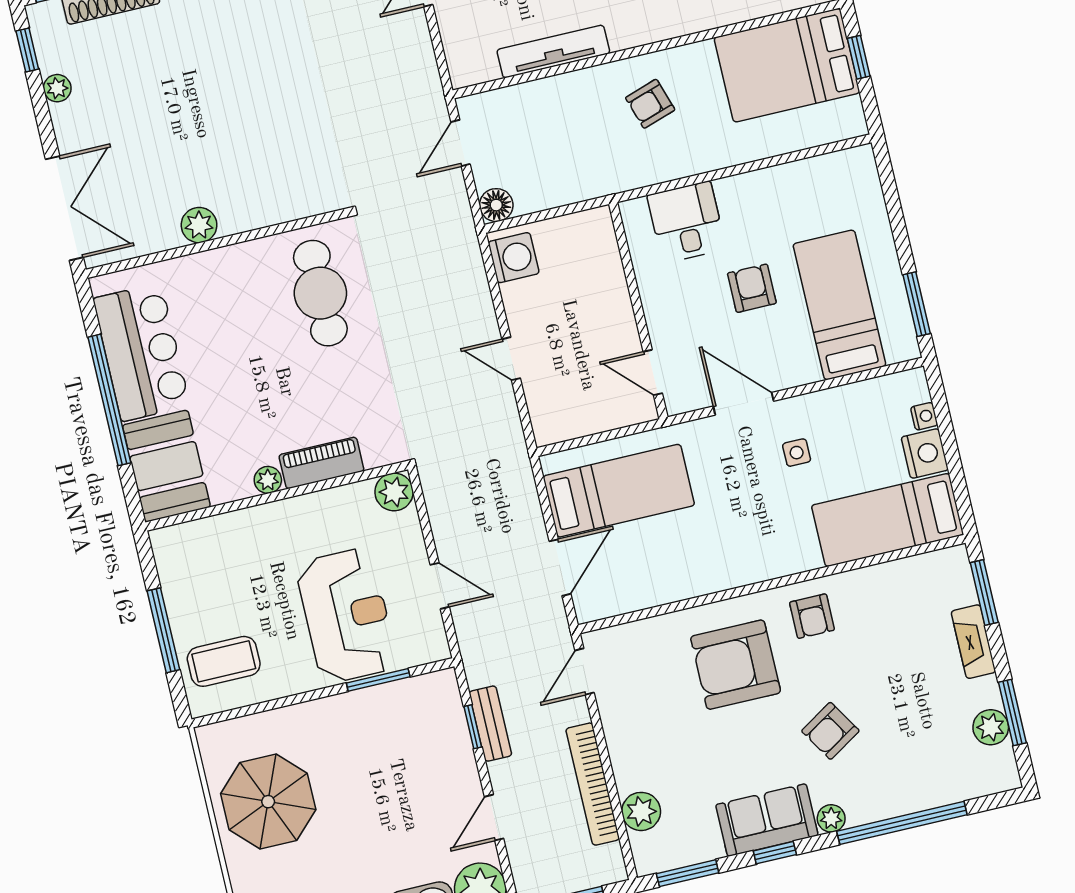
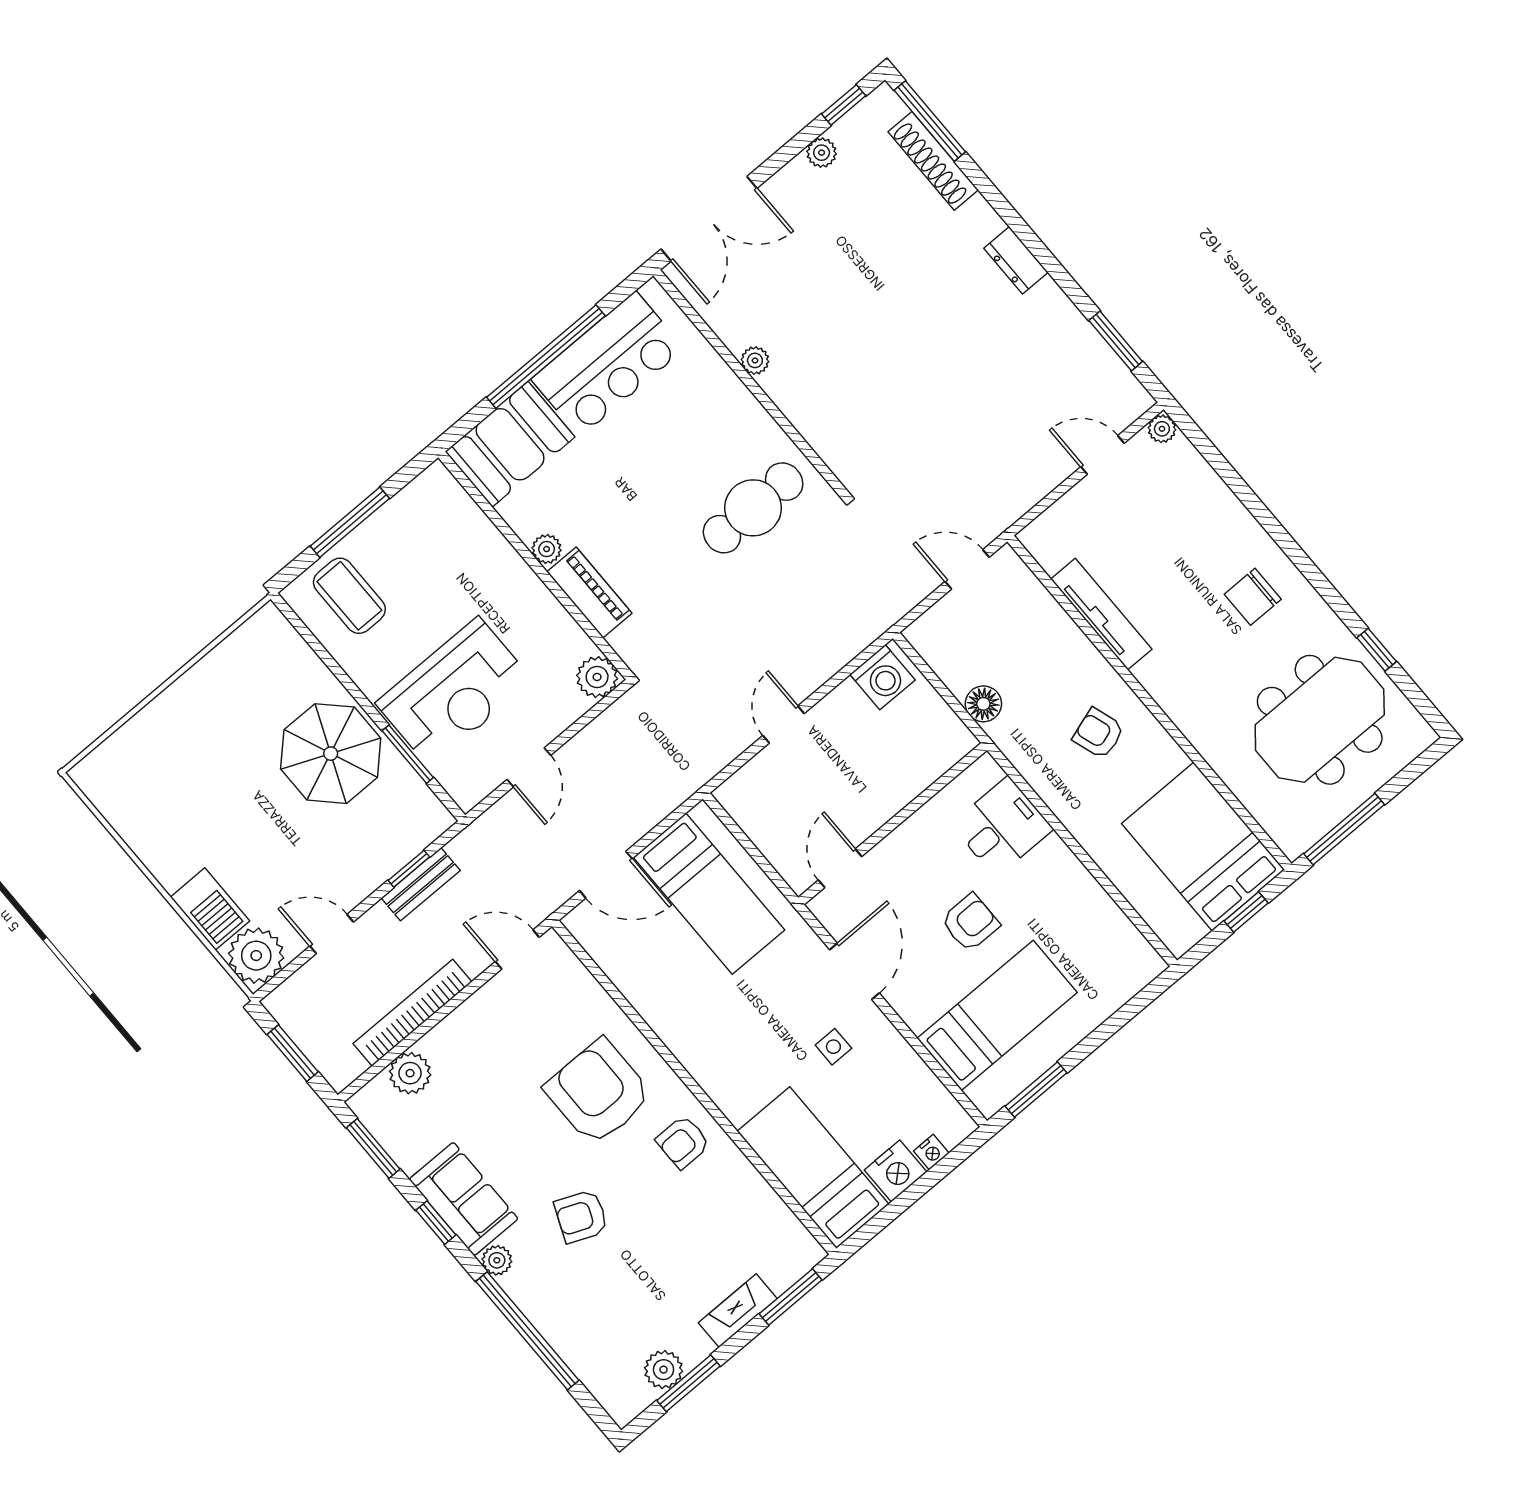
floor lamp: (496, 205) -> (983, 704), moved
plant: (199, 225) -> (755, 360), width x0.73, depth x0.73
armchair: (830, 731) -> (581, 1216), turned -35
parasol: (268, 802) -> (331, 754), moved

